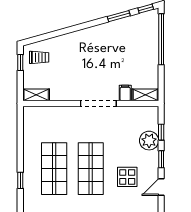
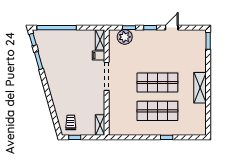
plant: (149, 141) -> (125, 37), moved
display table: (127, 177) -> (164, 54), removed
door: (161, 187) -> (172, 28), swing flipped

